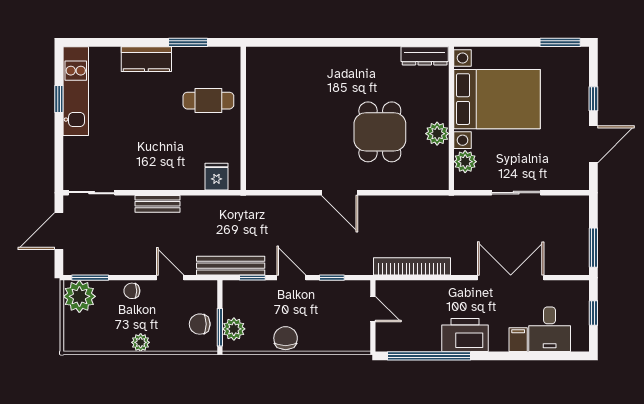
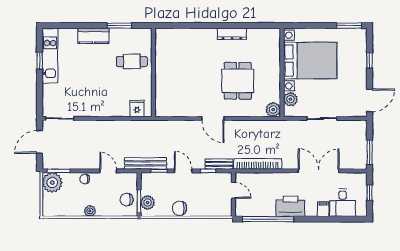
dresser: (425, 56) -> (232, 34), moved
plant: (437, 134) -> (273, 110), moved
door: (593, 144) -> (370, 100), moved
bench: (157, 204) -> (219, 164), moved
chair: (286, 338) -> (180, 208), turned -90

